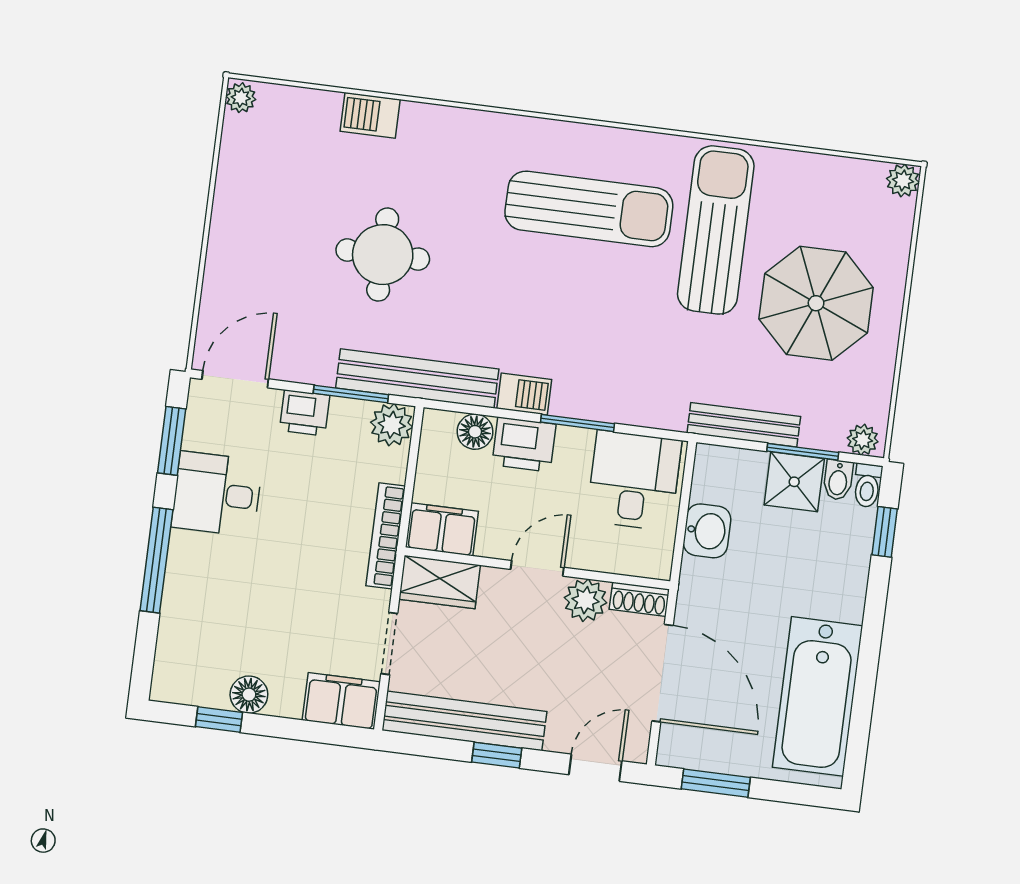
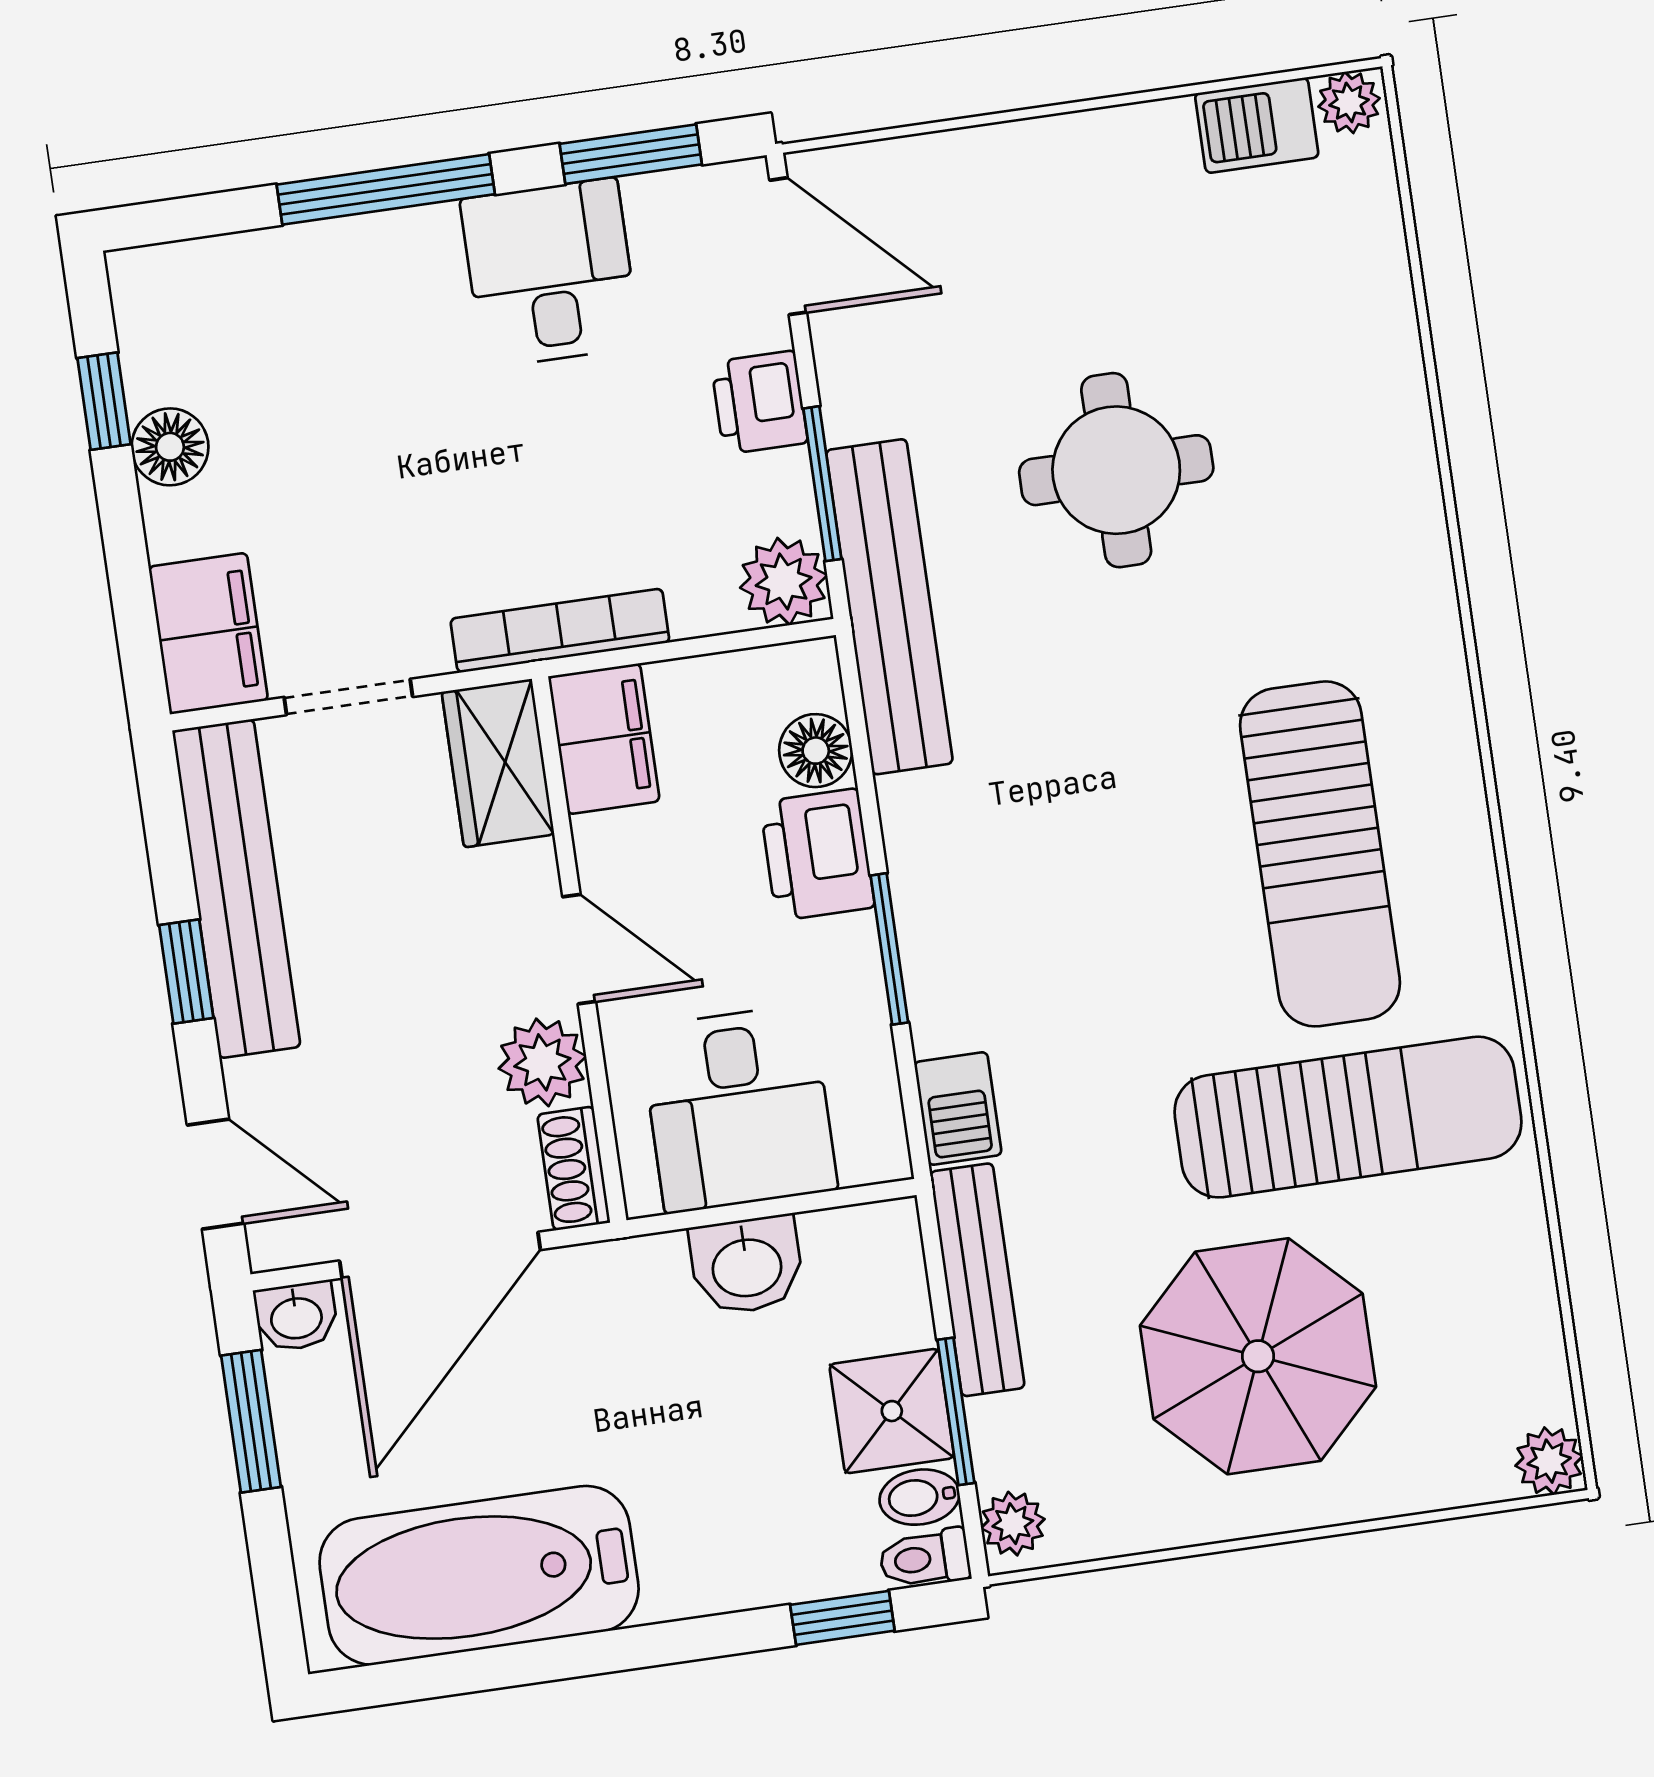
barbecue: (370, 115) -> (1257, 125), moved, turned -90
barbecue: (524, 394) -> (958, 1109), moved
desk: (634, 481) -> (738, 1109), moved, turned 90
washbasin: (673, 748) -> (296, 1316), added

